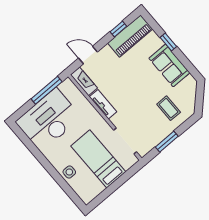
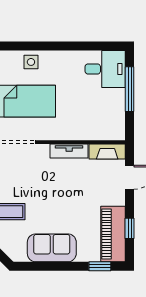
window: (168, 42) -> (100, 266), moved
window: (47, 90) -> (130, 89), moved
desk: (49, 120) -> (105, 69), width x0.53, depth x0.77

